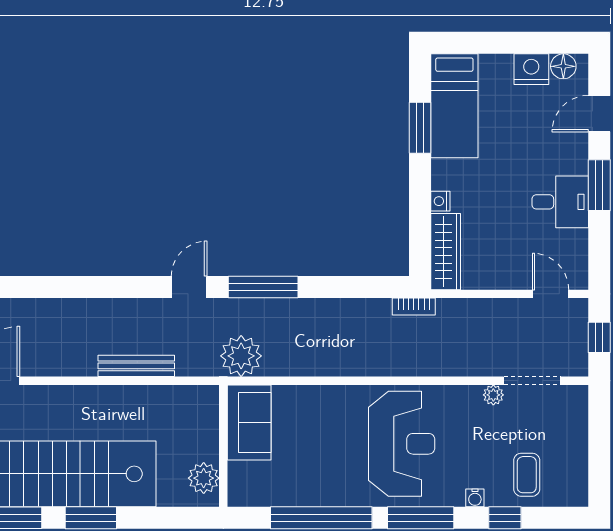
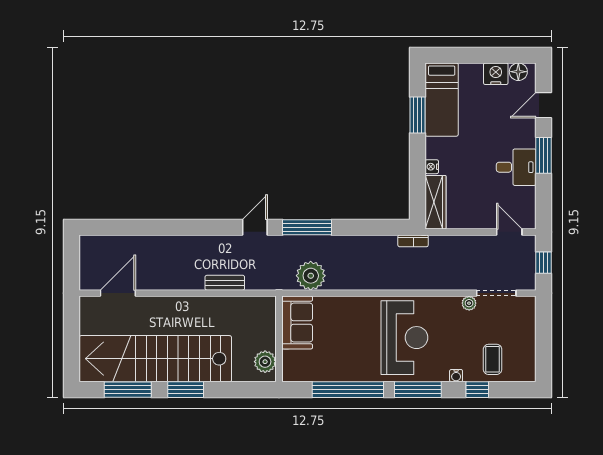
plant: (241, 356) -> (311, 276), moved
bench: (136, 366) -> (225, 283), width x0.73

